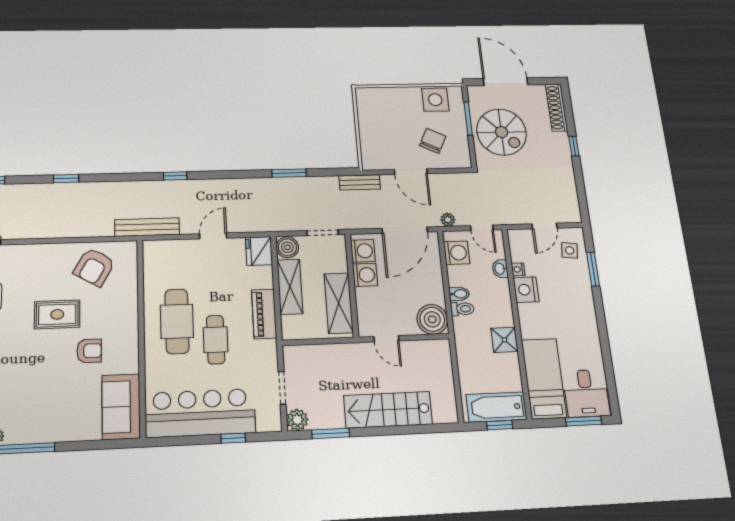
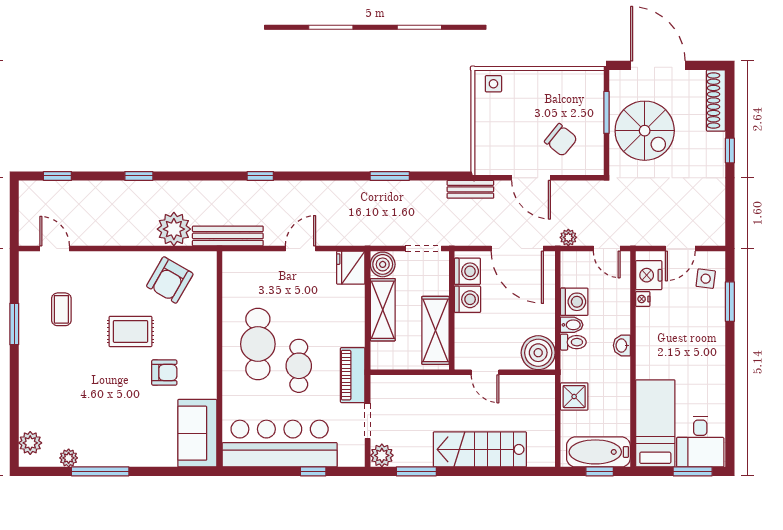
side table: (435, 100) -> (493, 84), moved, width x0.54, depth x0.54
chair: (433, 141) -> (561, 140), turned 103
plant: (98, 223) -> (174, 229), added
door: (405, 230) -> (517, 248), hinge flipped
washing machine: (457, 253) -> (574, 302), moved
washbasin: (500, 269) -> (622, 345), moved
nightstand: (526, 290) -> (649, 275), moved
piano: (264, 314) -> (353, 375), moved
shower: (504, 340) -> (574, 397), moved

